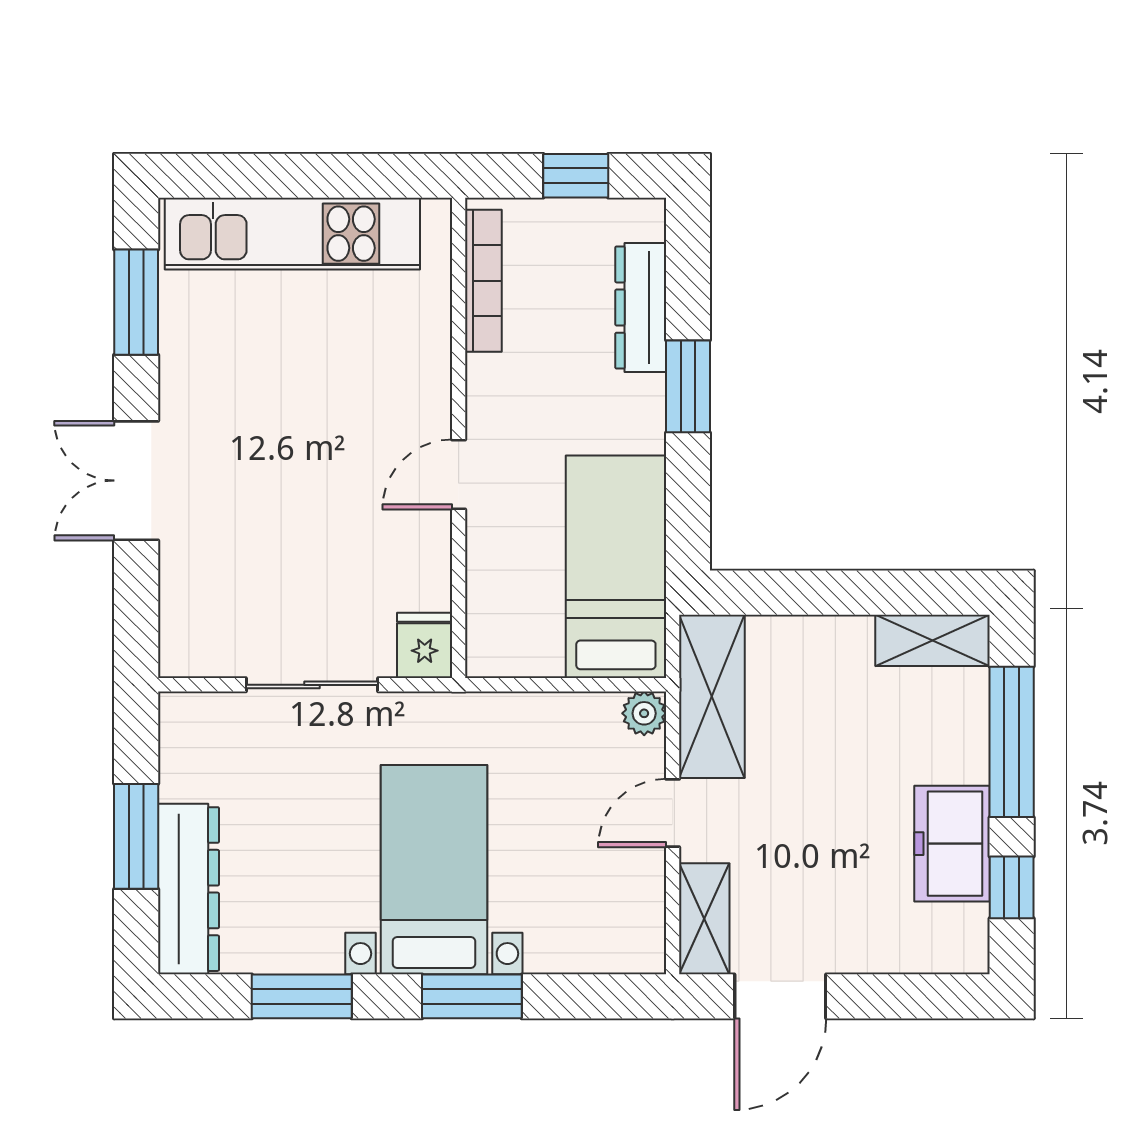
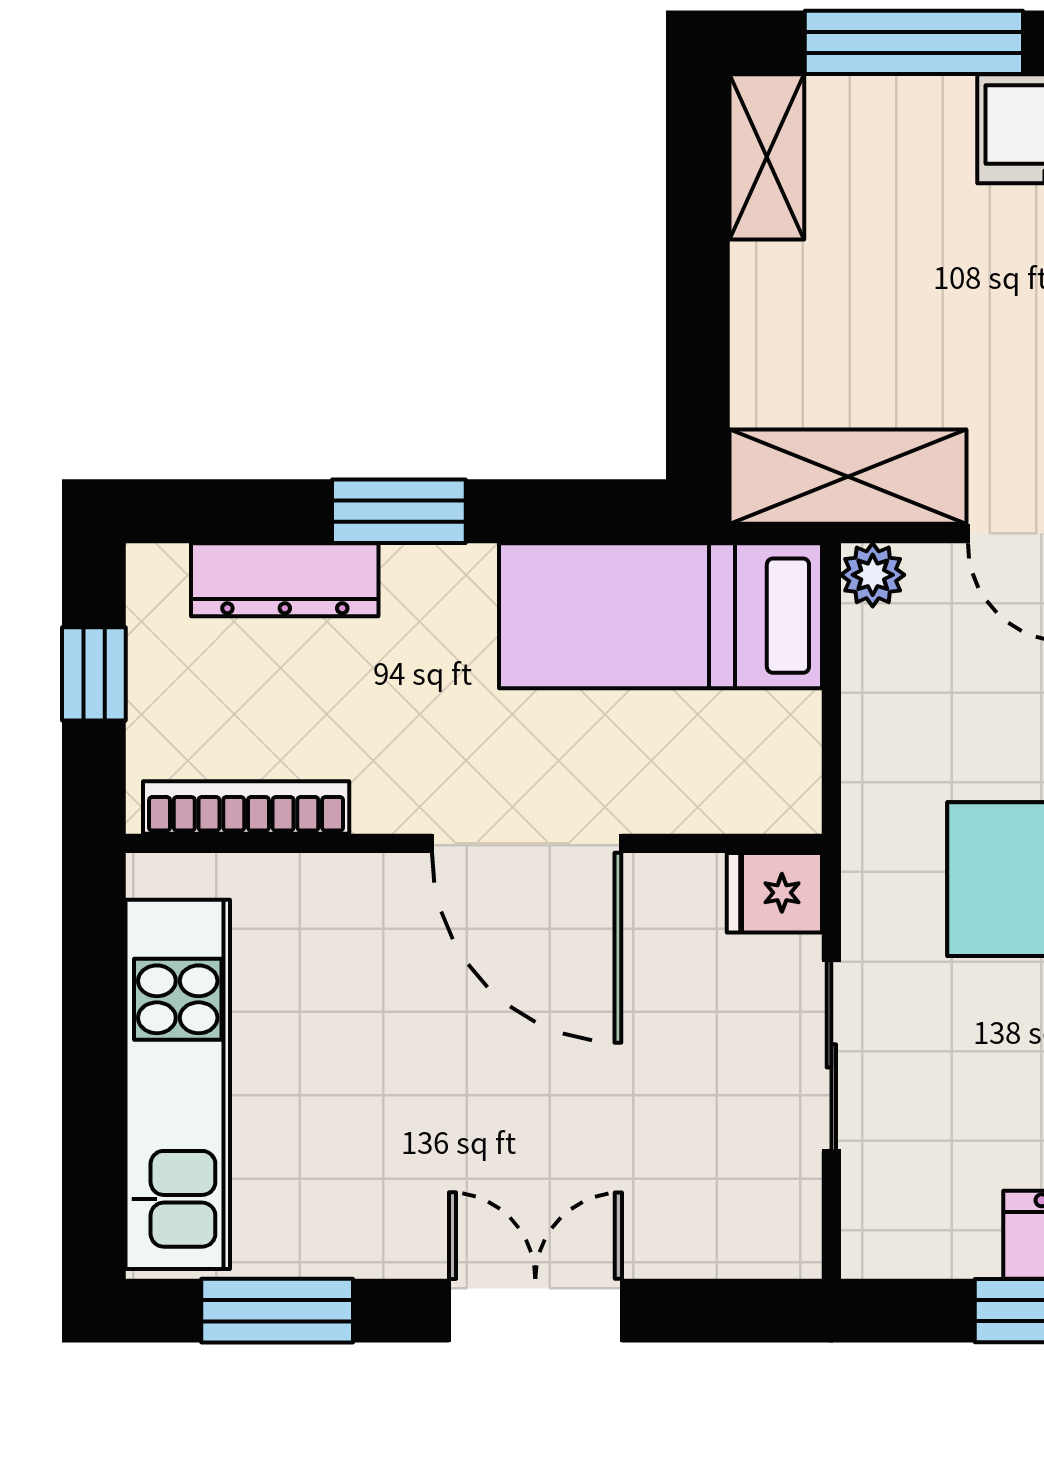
door: (459, 474) -> (527, 843), width x1.87
double door: (136, 481) -> (535, 1311), swing flipped

